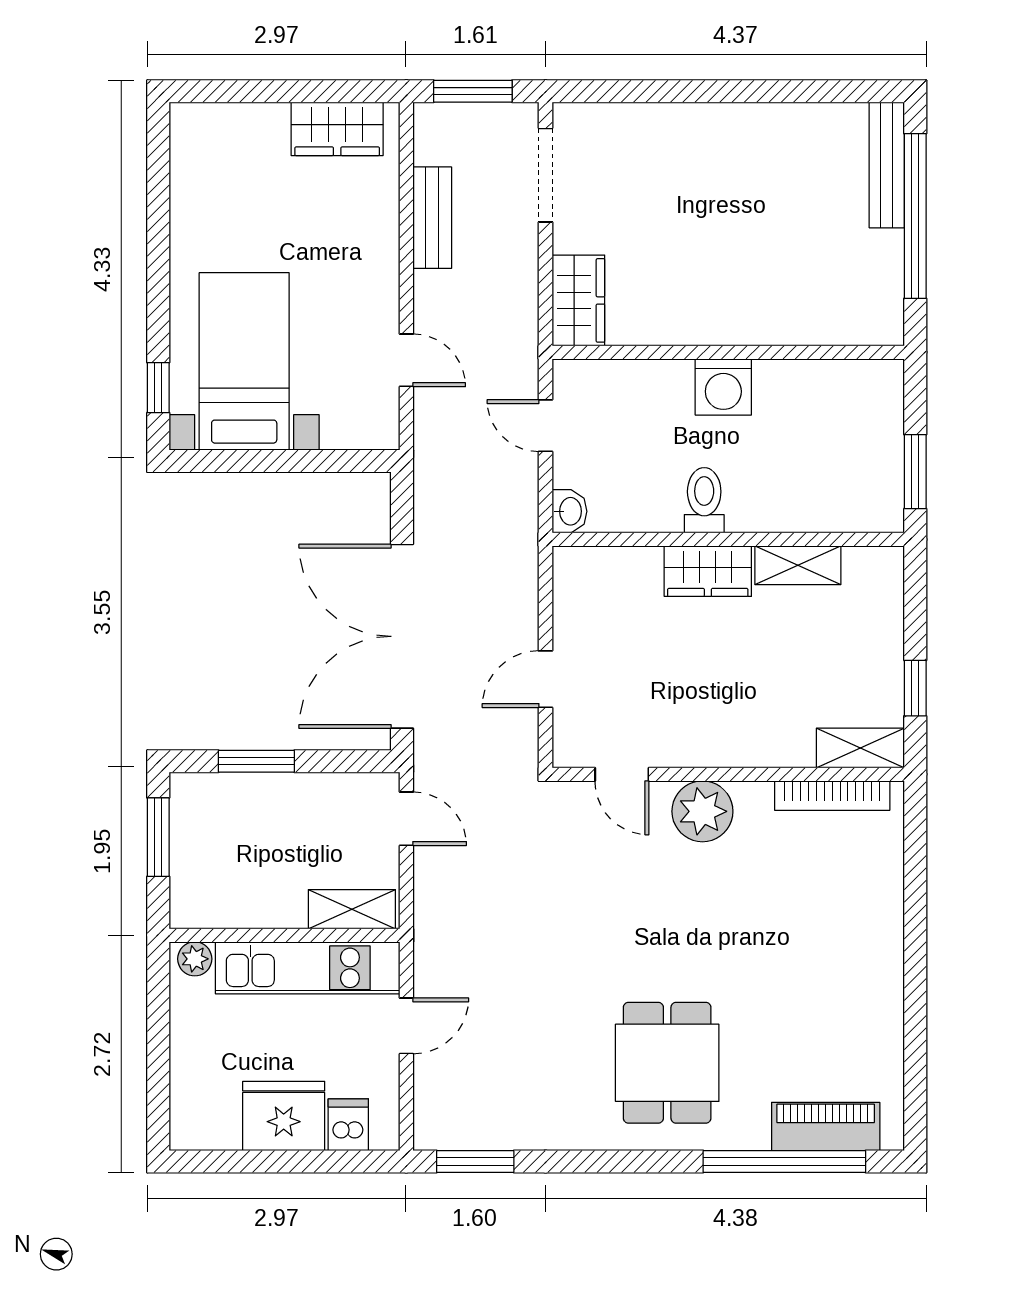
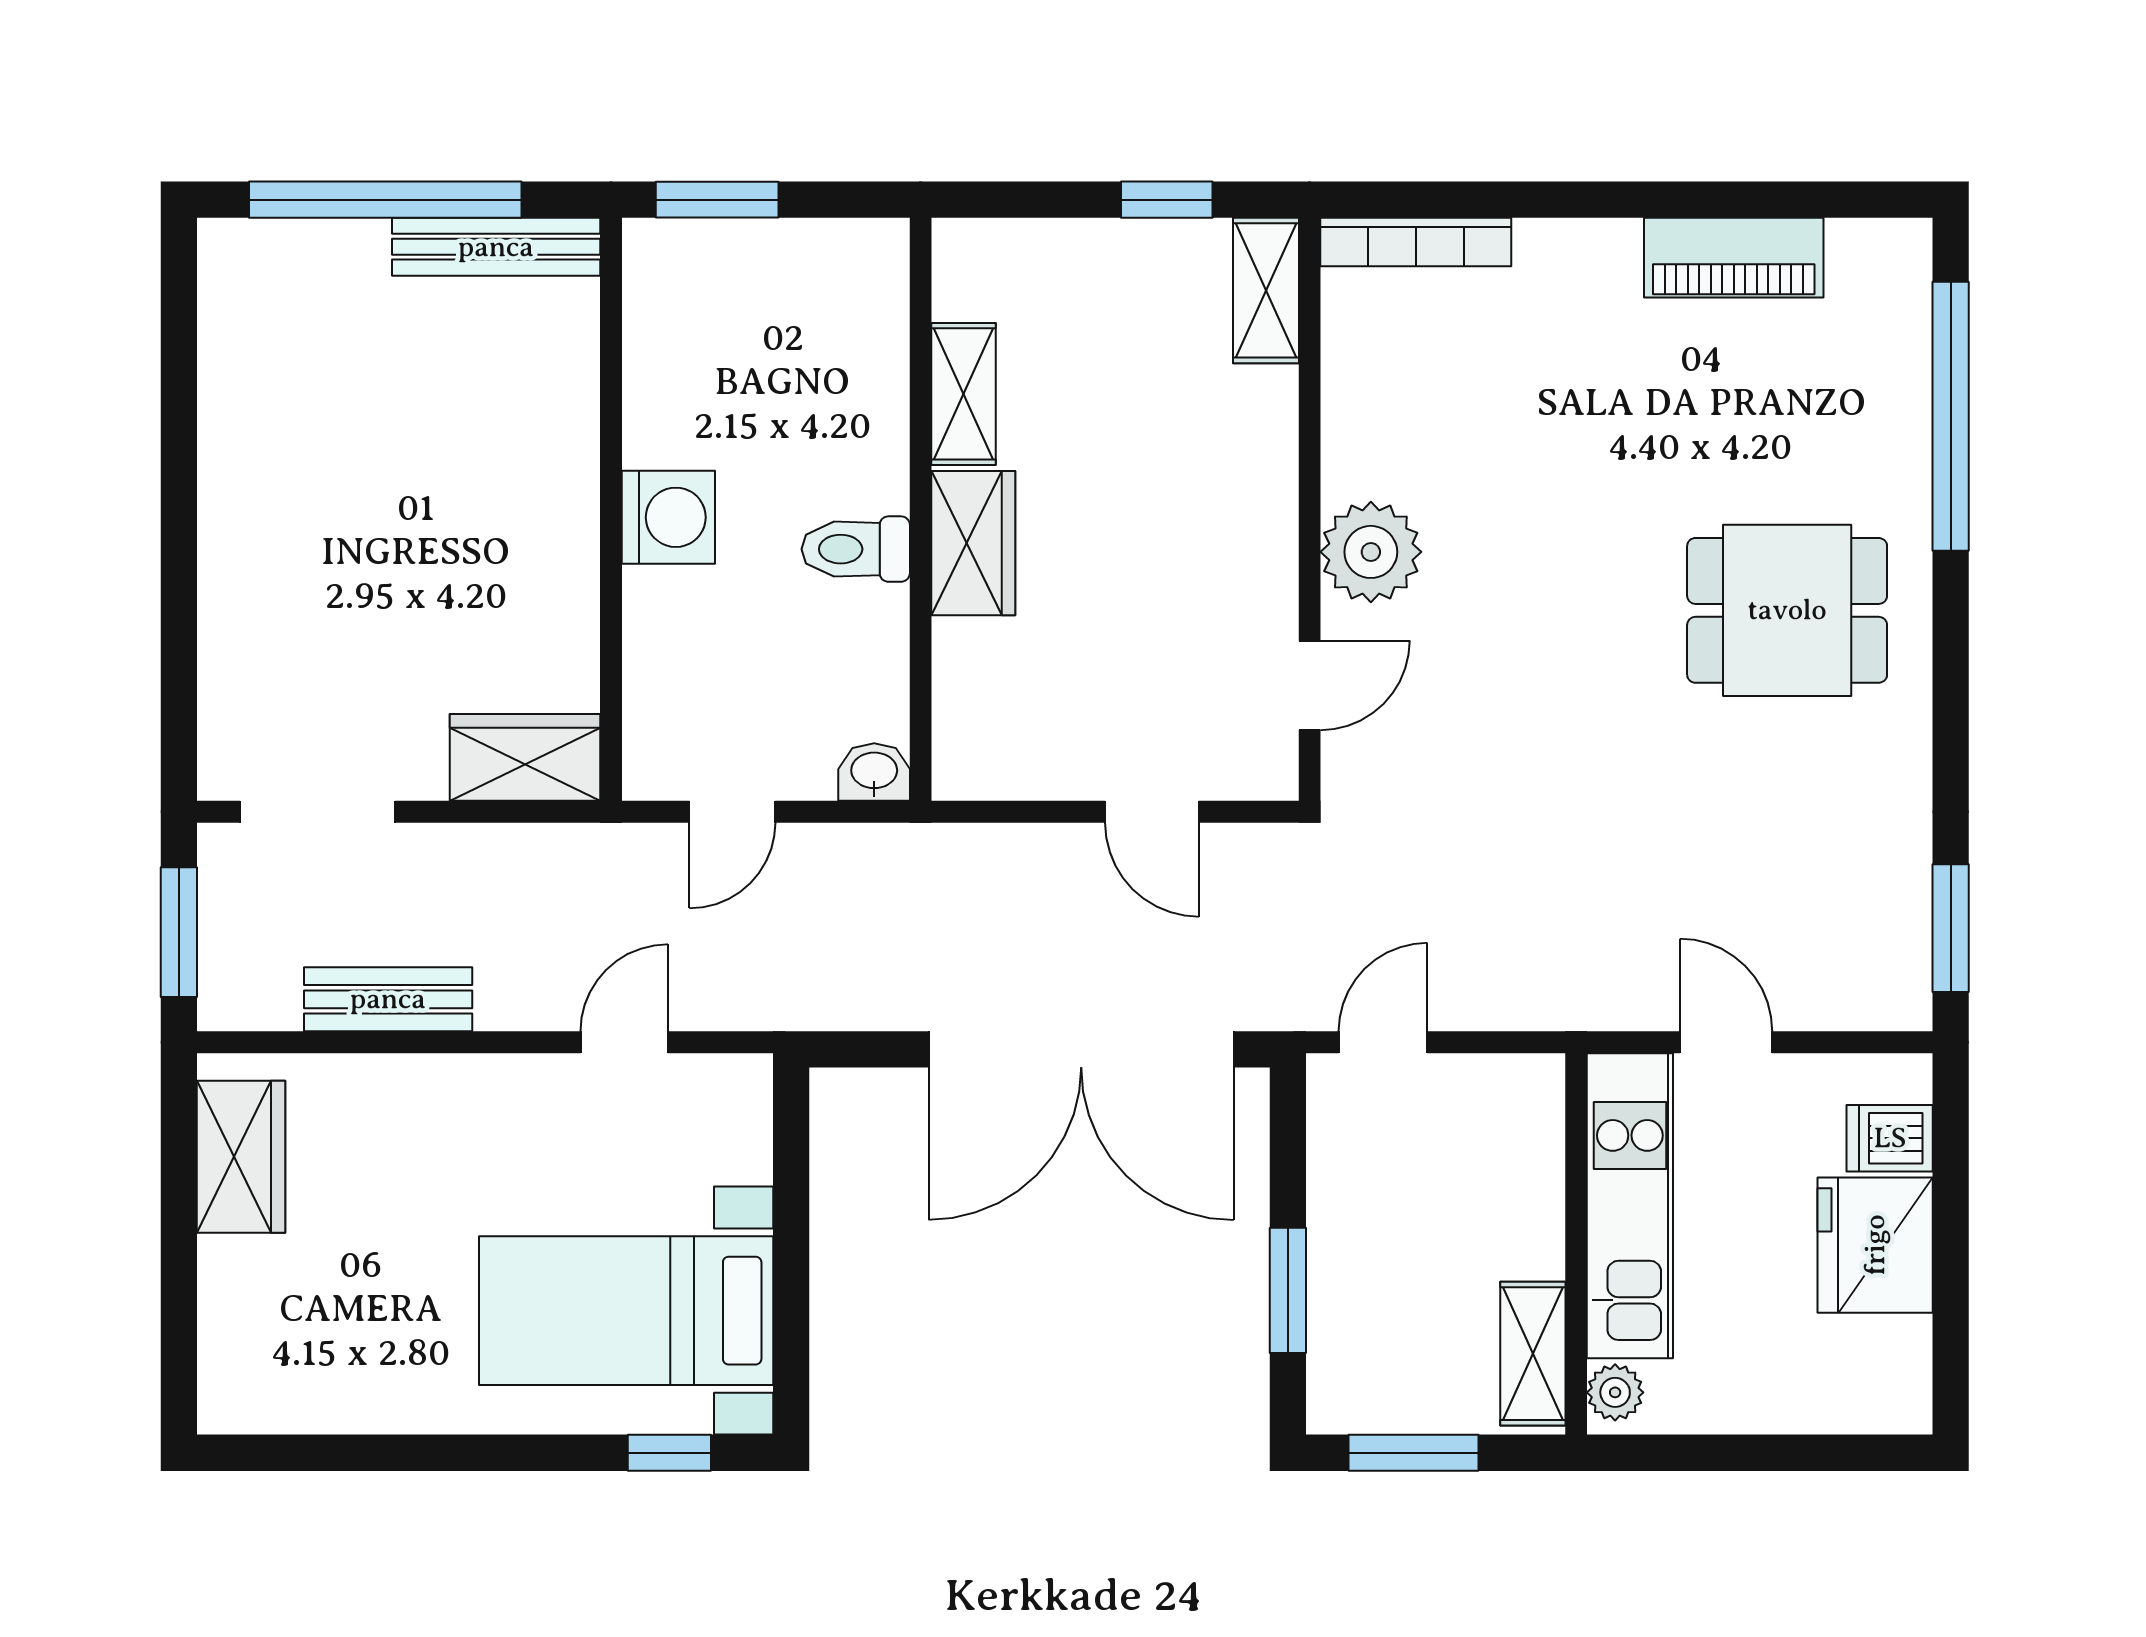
bench: (887, 165) -> (496, 247), moved
window: (915, 472) -> (717, 200), moved
bookcase: (832, 796) -> (1416, 242), moved, turned 90
shelving: (352, 909) -> (1533, 1354), moved
piano: (826, 1126) -> (1734, 258), moved, turned -90

